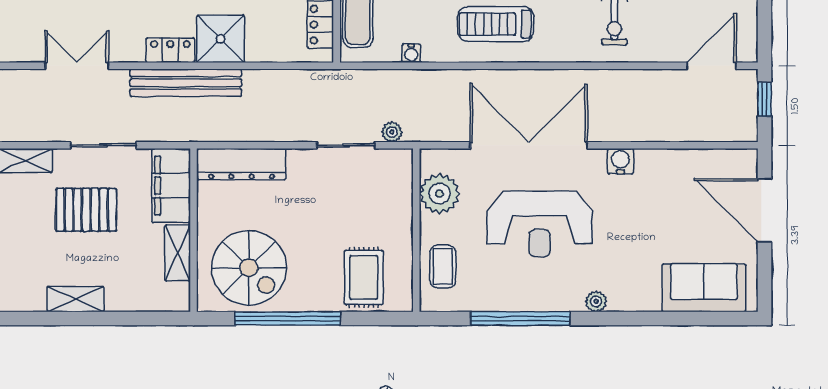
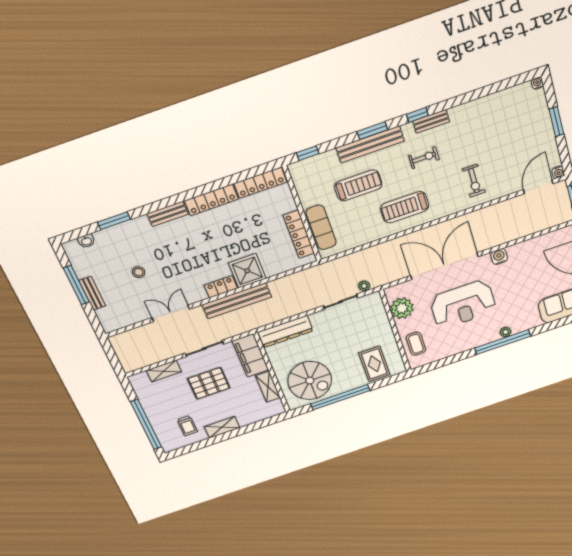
water cooler: (411, 53) -> (558, 172), moved
trolley: (21, 274) -> (187, 426), added
window: (520, 318) -> (503, 342), moved

